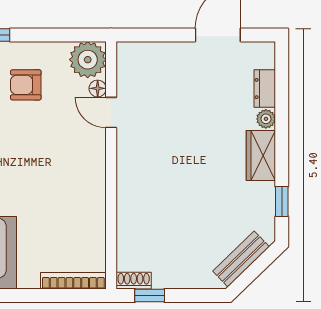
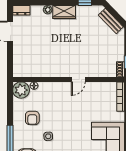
dresser: (265, 89) -> (21, 10), moved
door: (111, 113) -> (78, 80), moved

